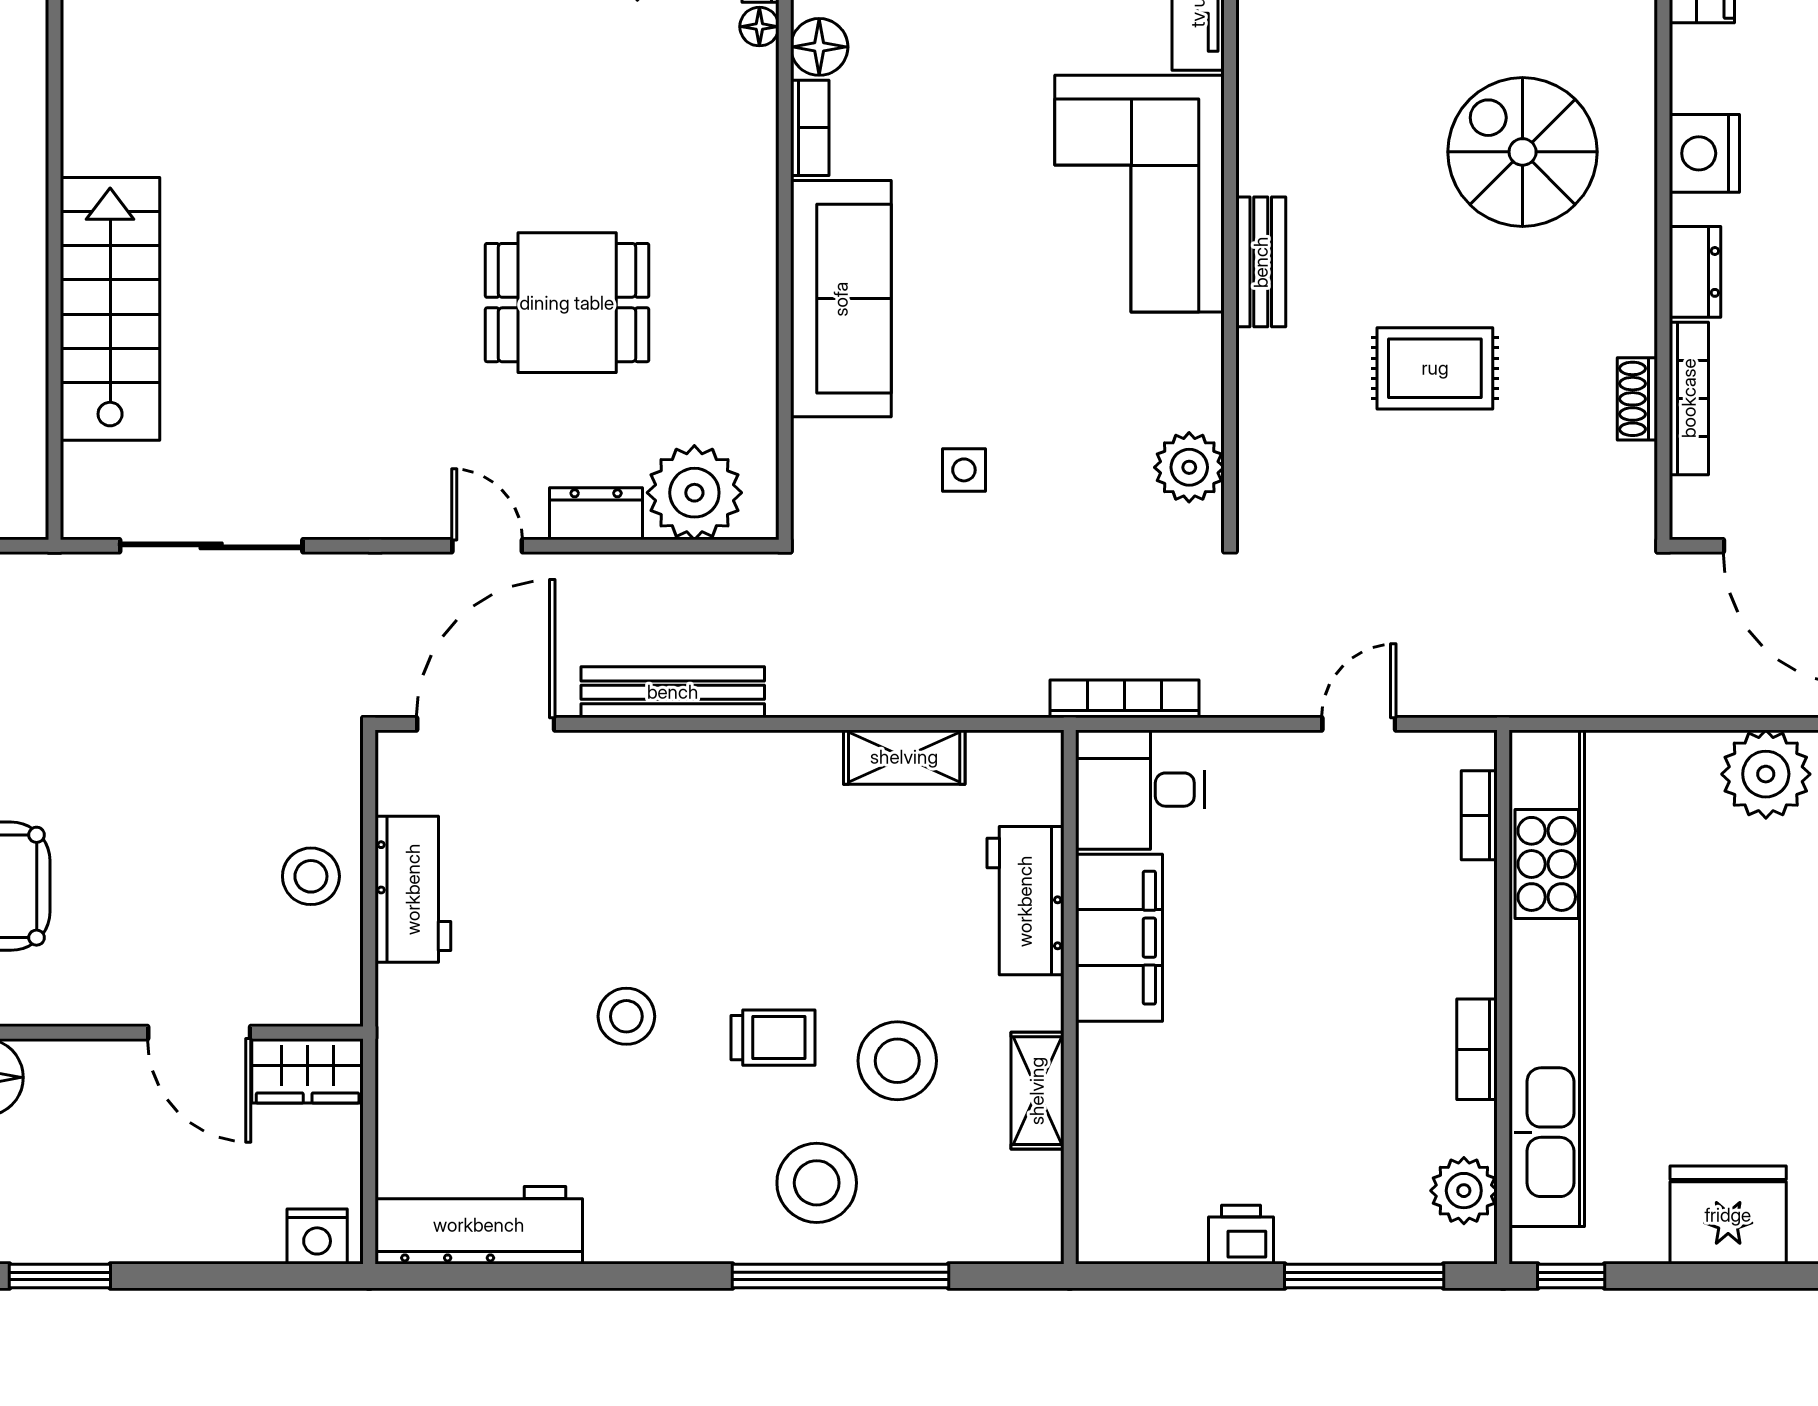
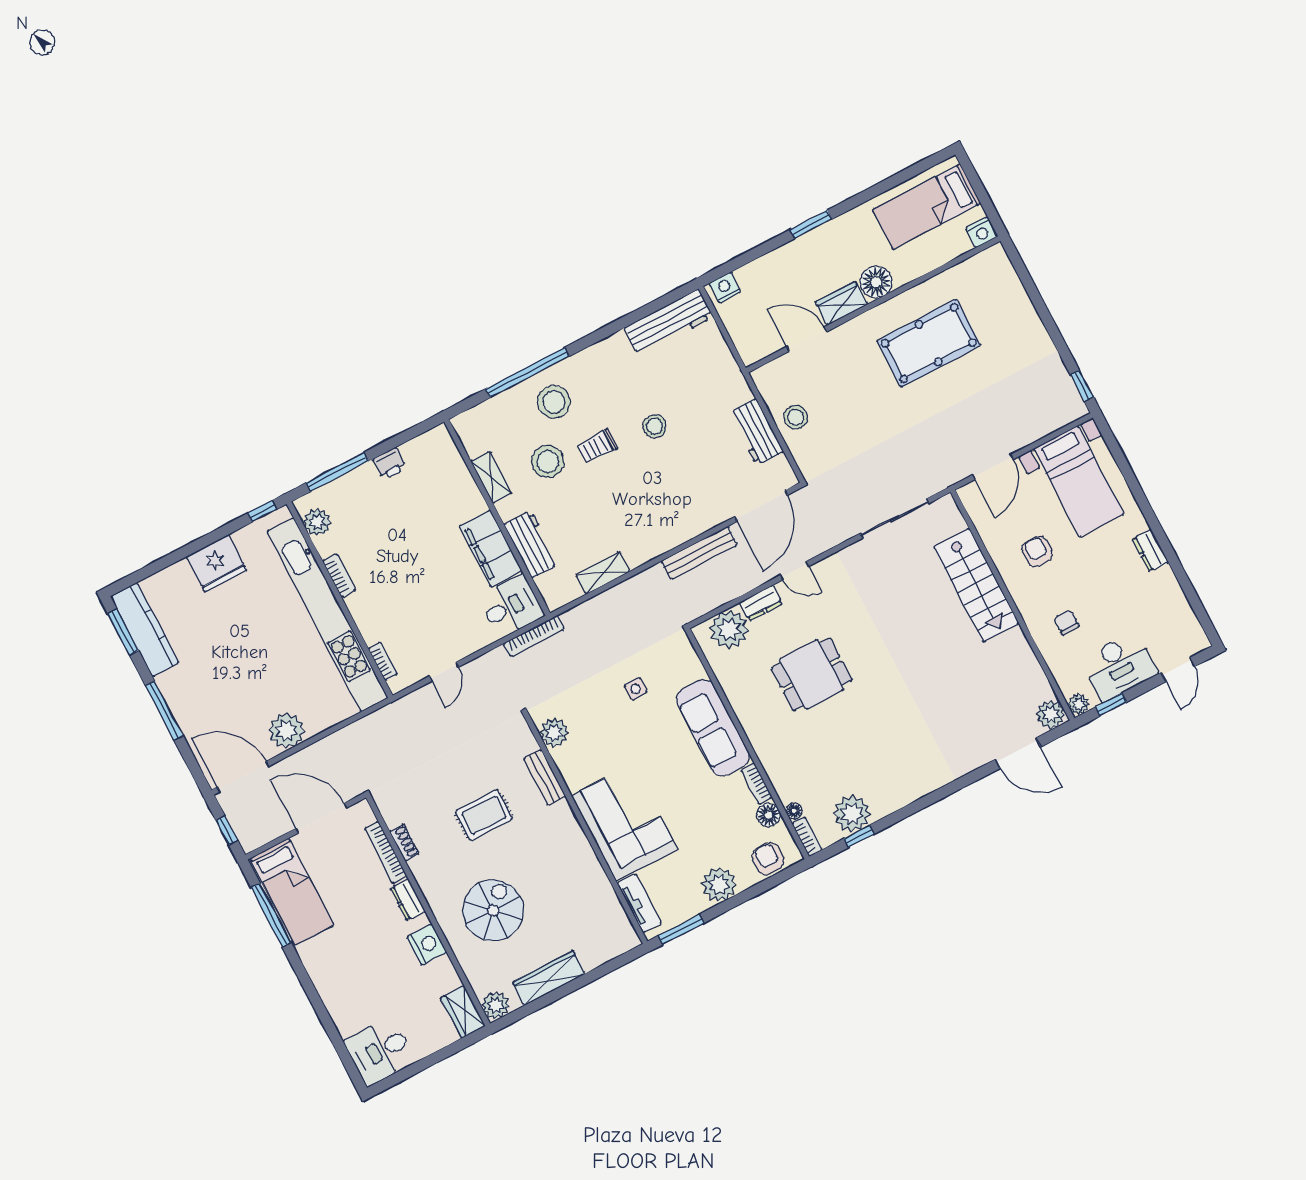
spiral stairs: (1523, 152) -> (493, 910), turned -90
bench: (1261, 262) -> (545, 777), moved
wardrobe: (308, 1071) -> (841, 303), moved

